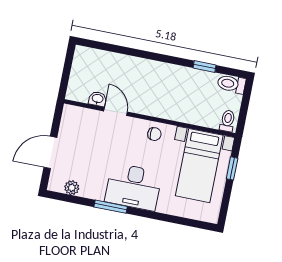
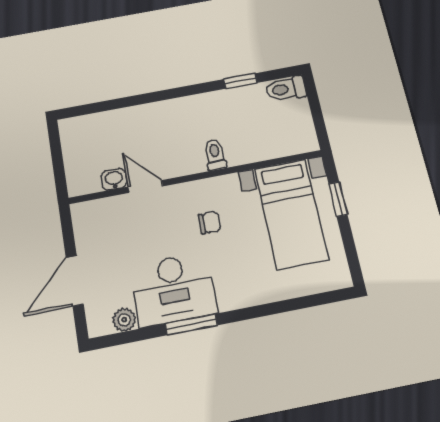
toilet: (227, 121) -> (215, 155), moved
chair: (154, 134) -> (210, 223), moved
desk: (133, 187) -> (173, 289), moved

